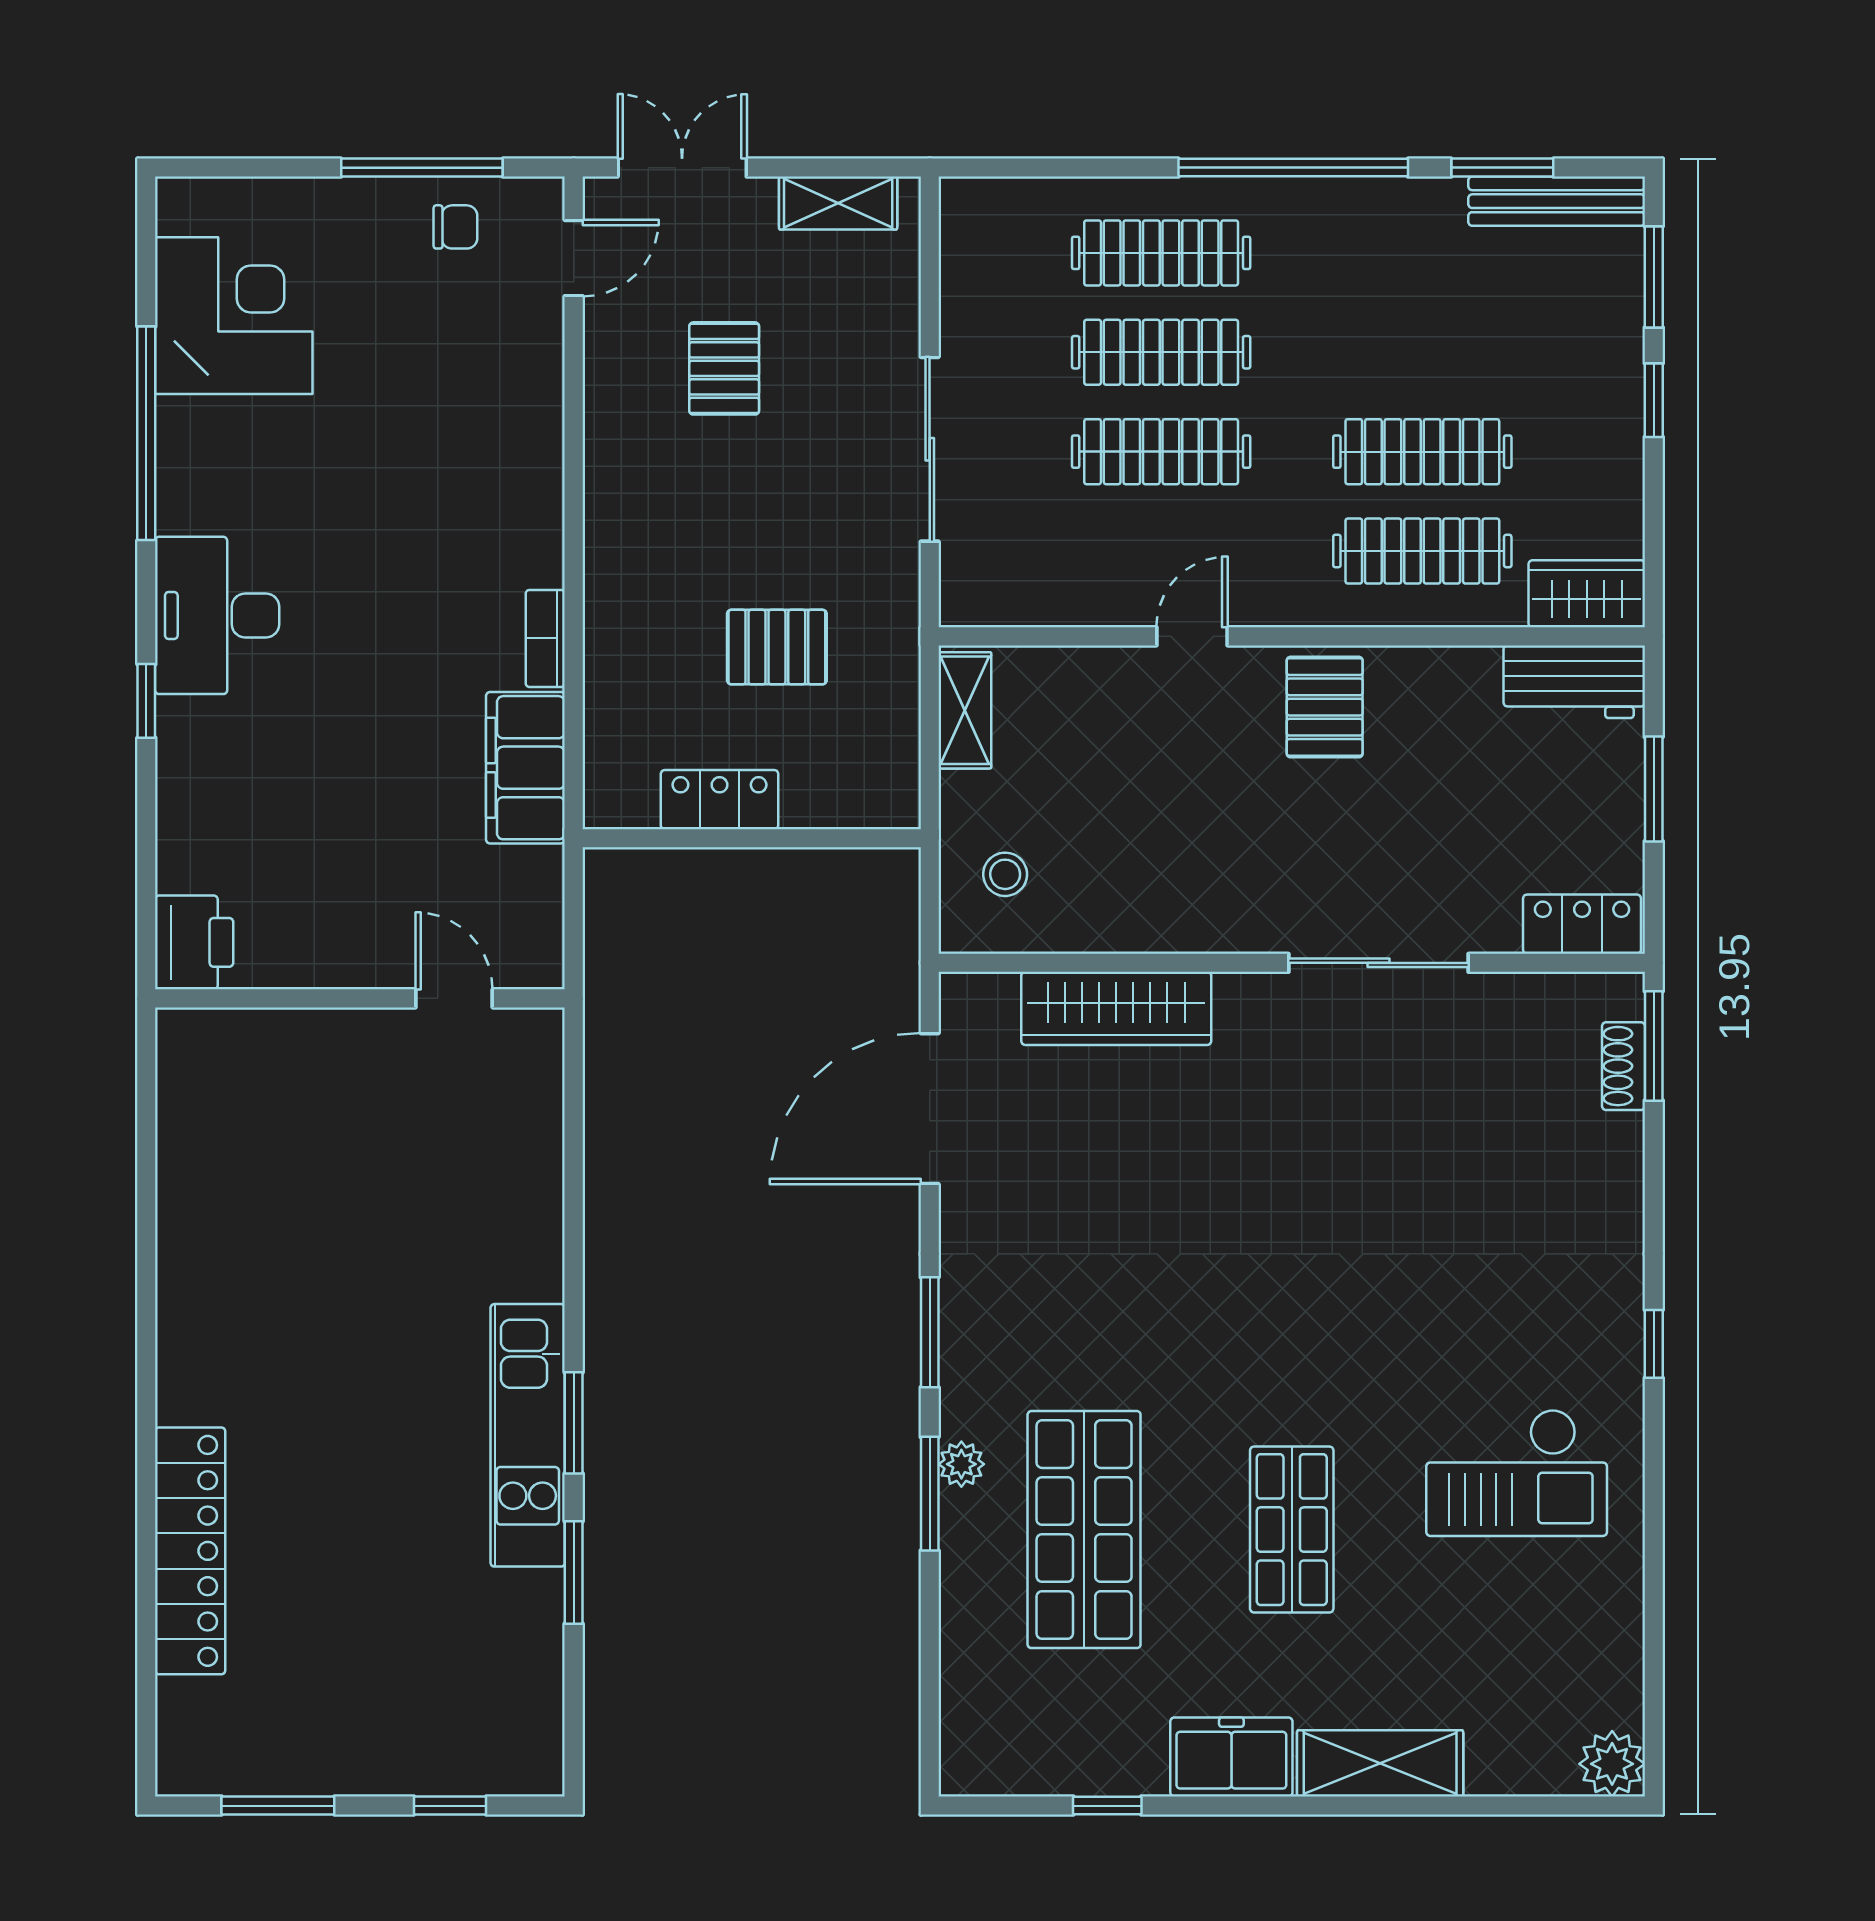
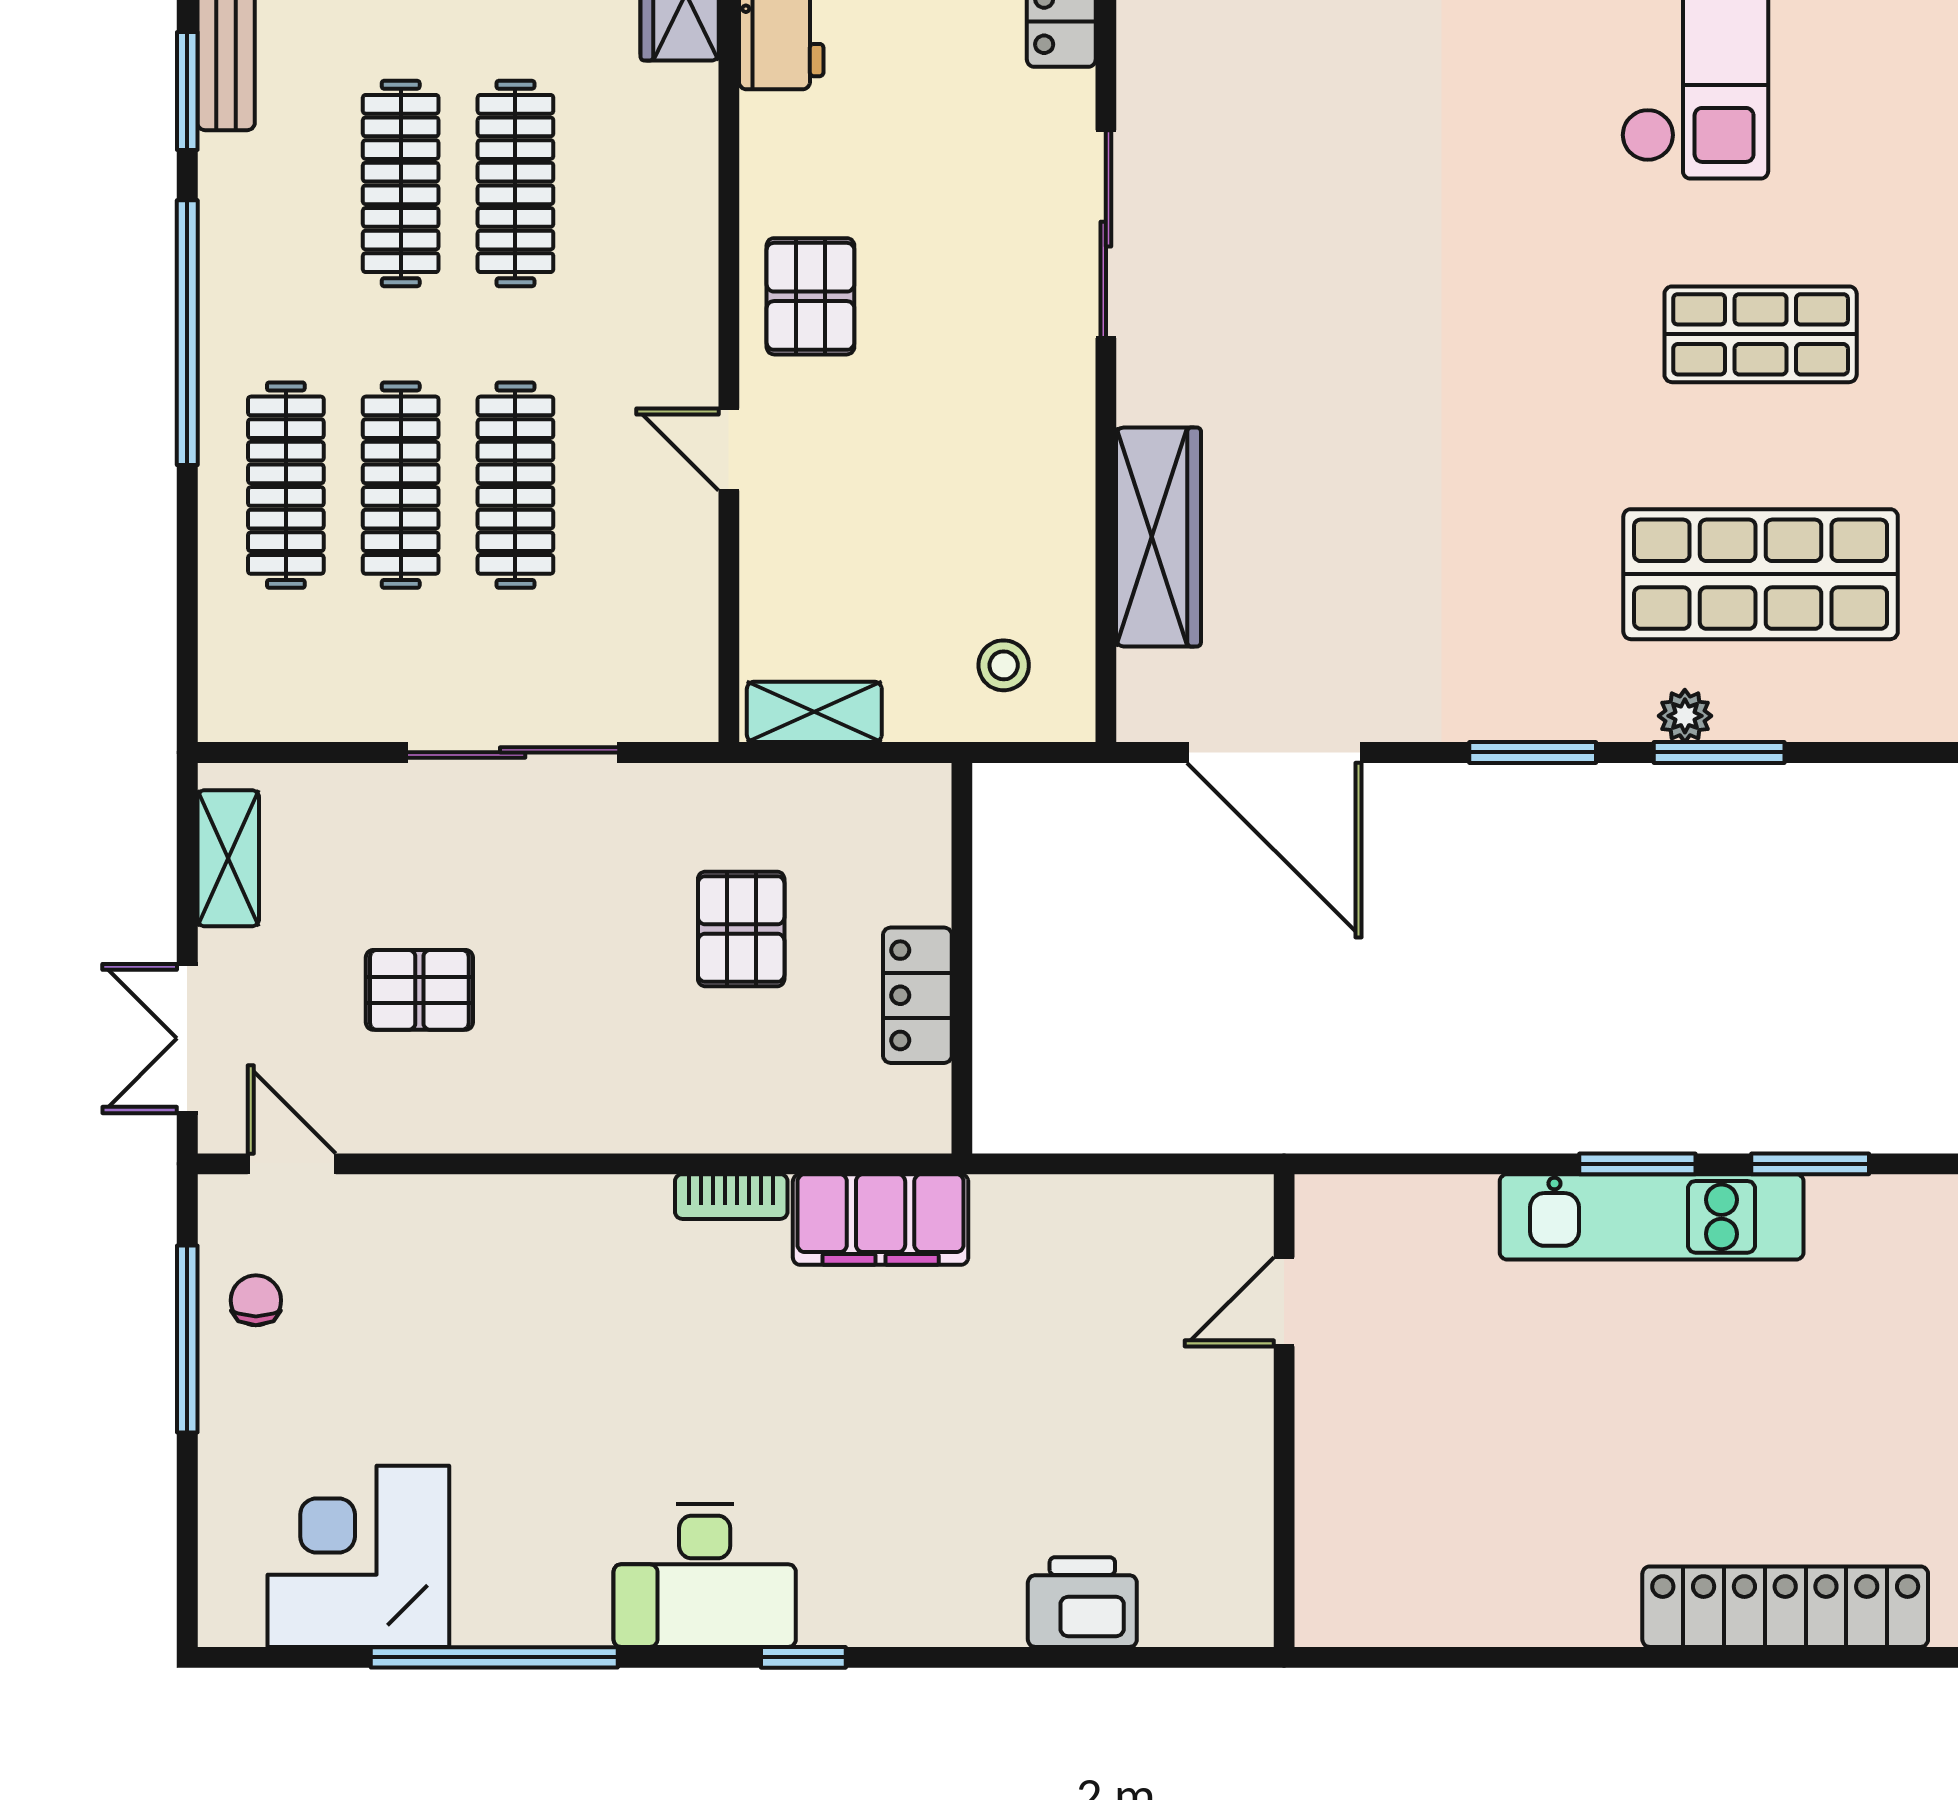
clothes rail: (1422, 551) -> (401, 183), moved
pallet: (1325, 707) -> (810, 296), turned 90
wall: (360, 998) -> (1284, 1411), moved
door: (454, 998) -> (1284, 1302), moved

